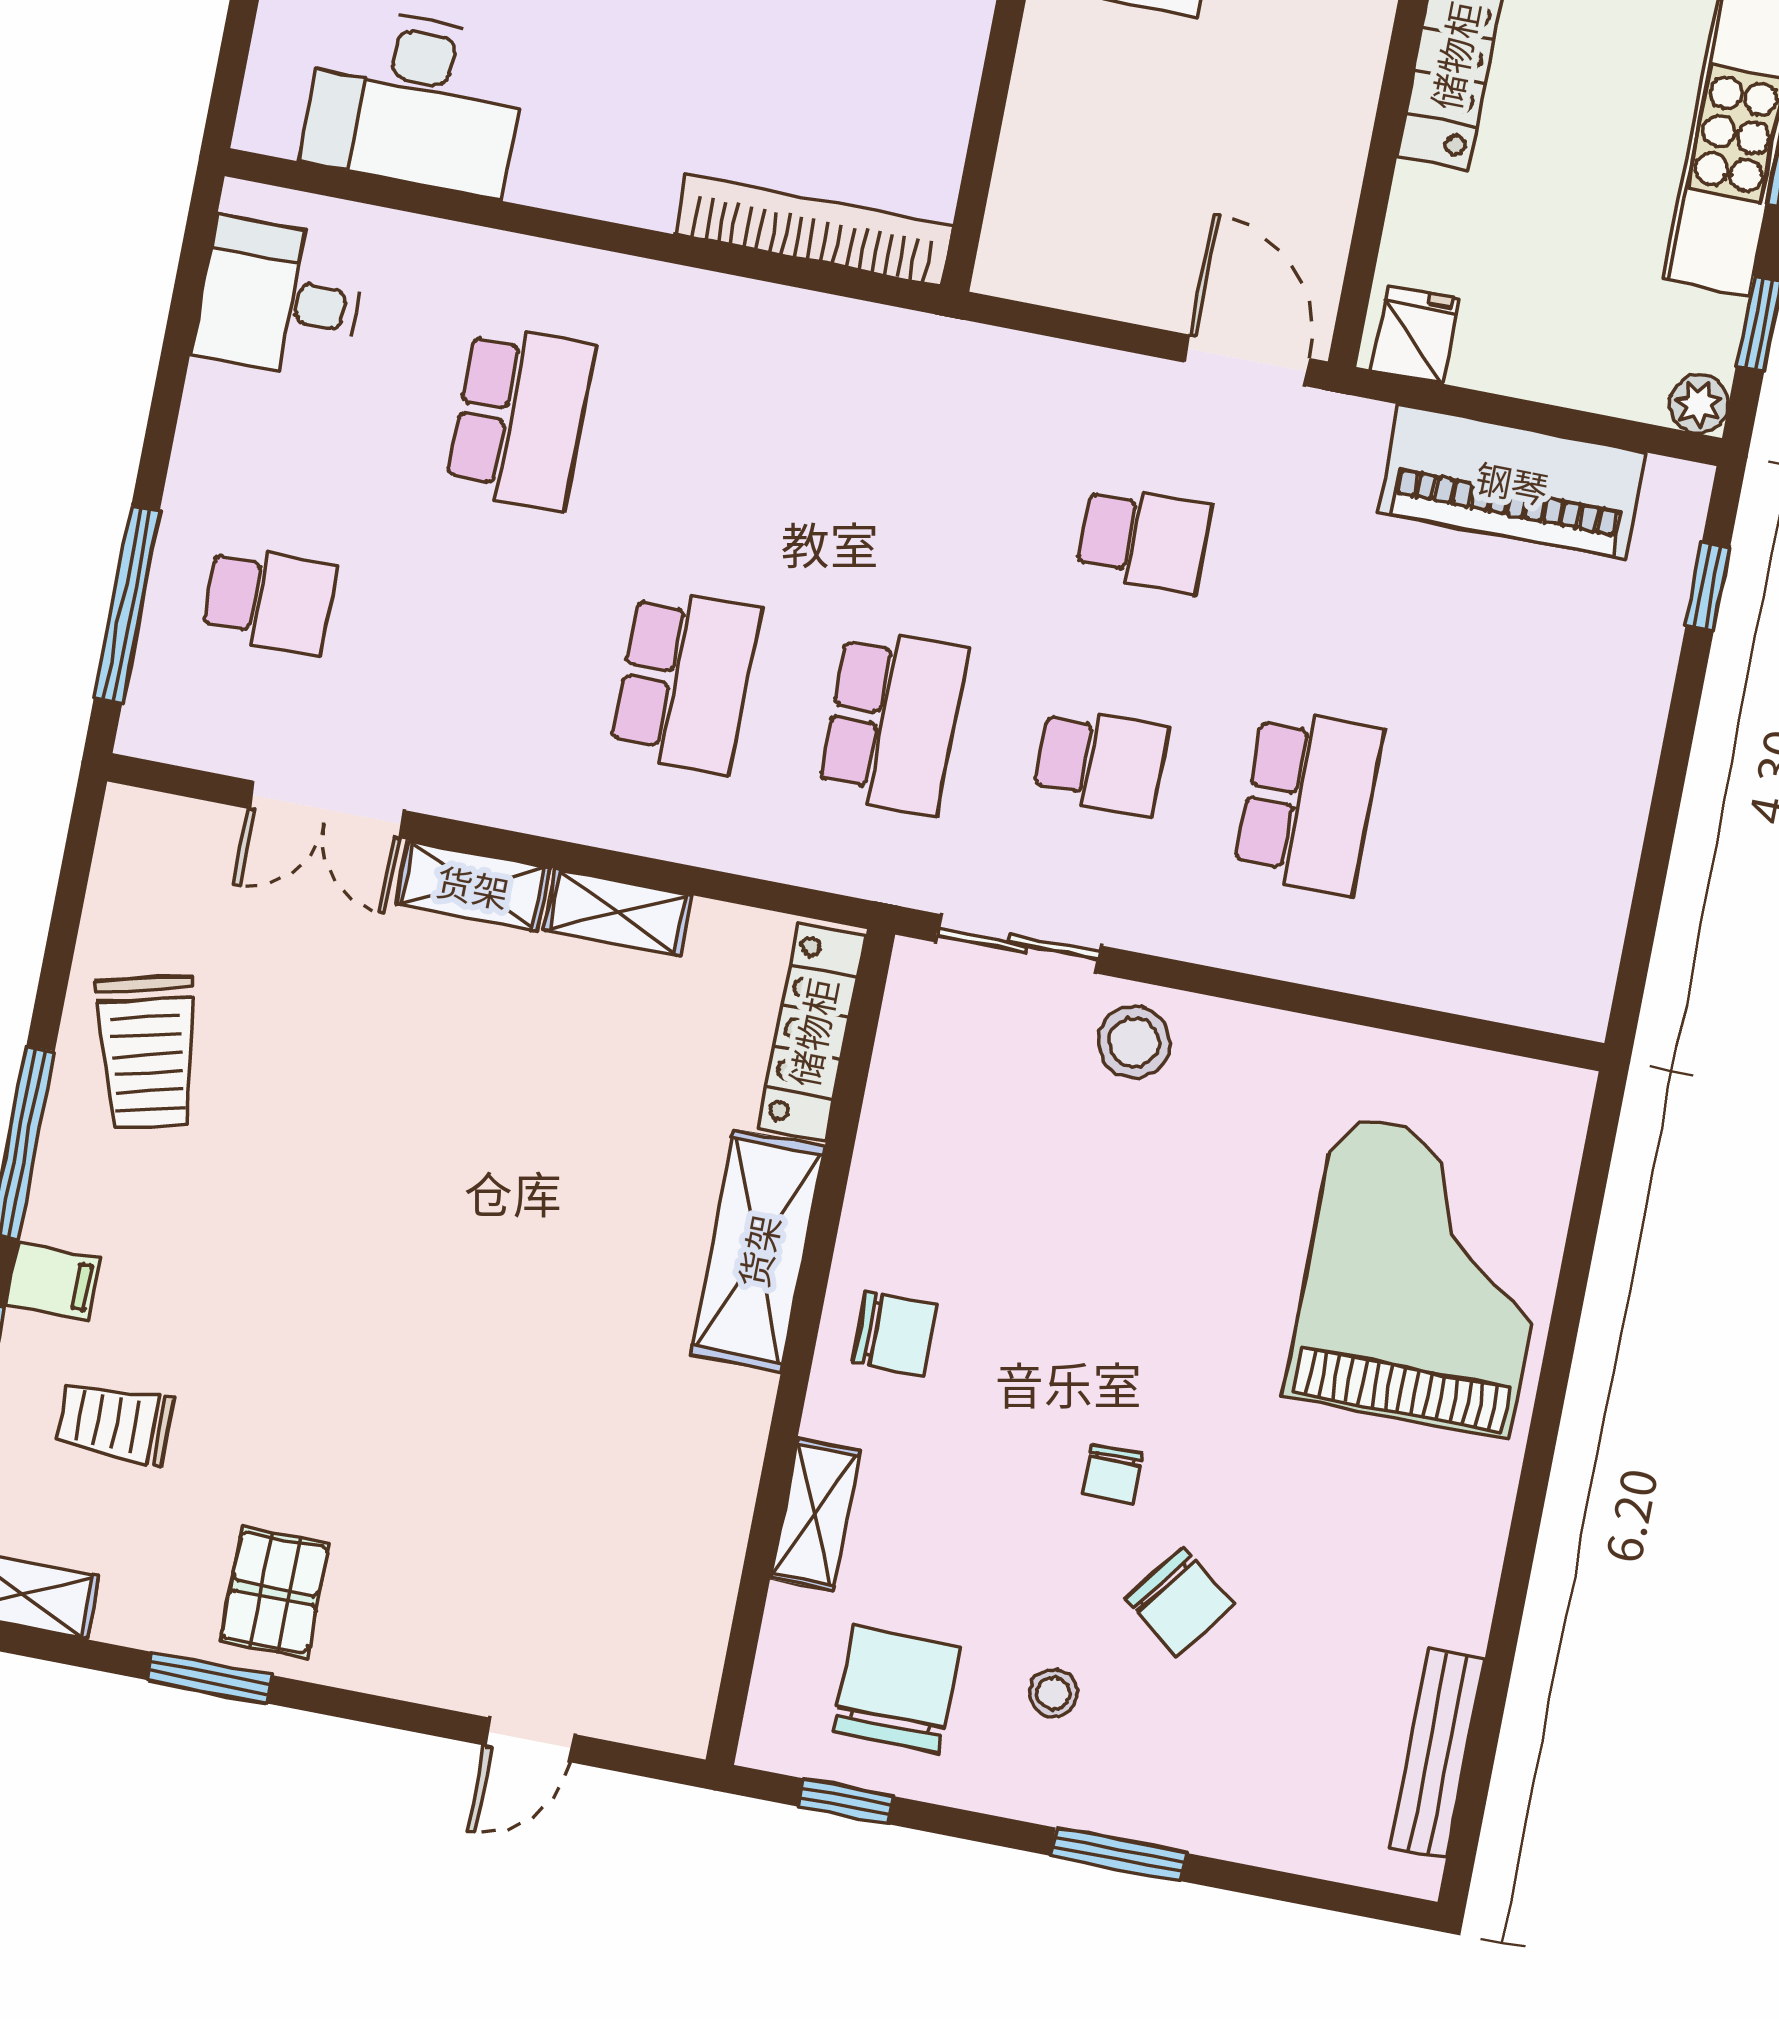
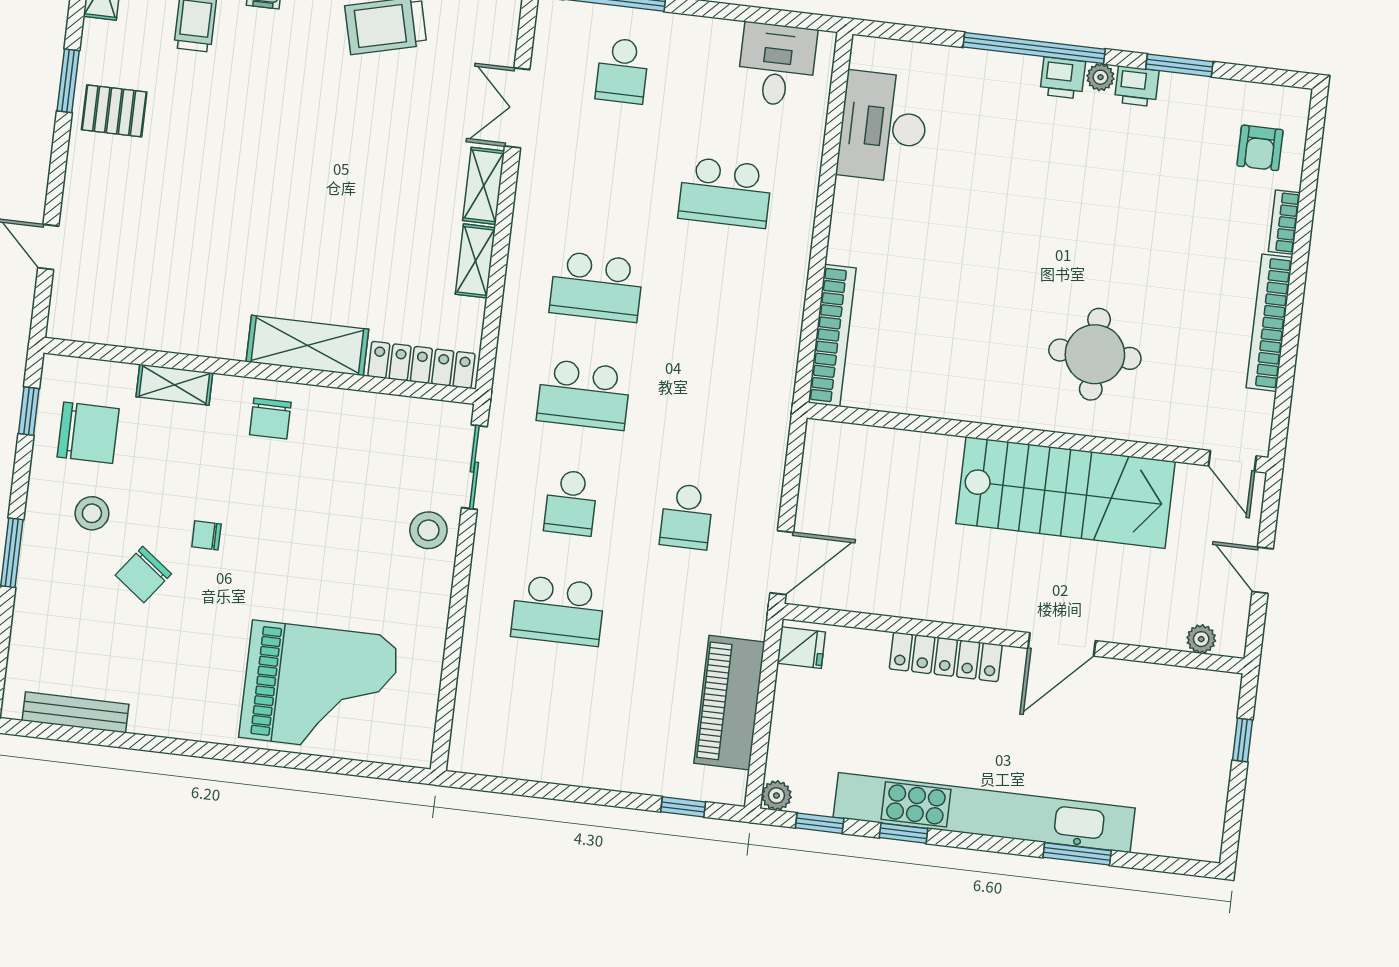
stool: (1053, 1693) -> (92, 513), width x1.37, depth x1.37

